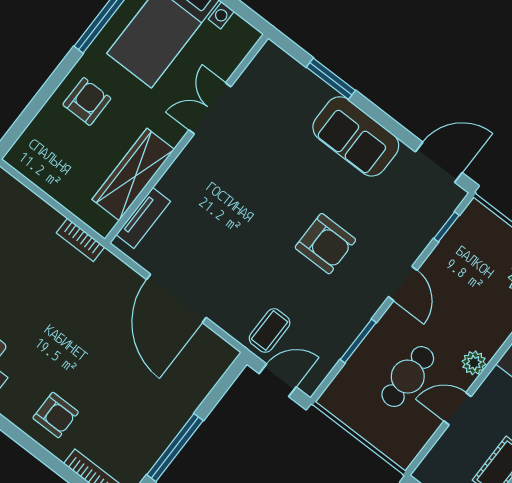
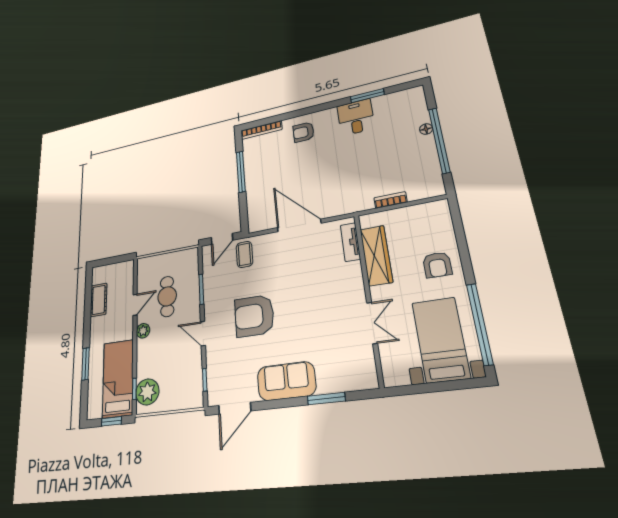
bookcase: (81, 240) -> (390, 200), moved
armchair: (325, 244) -> (254, 316), width x1.36, depth x1.36

